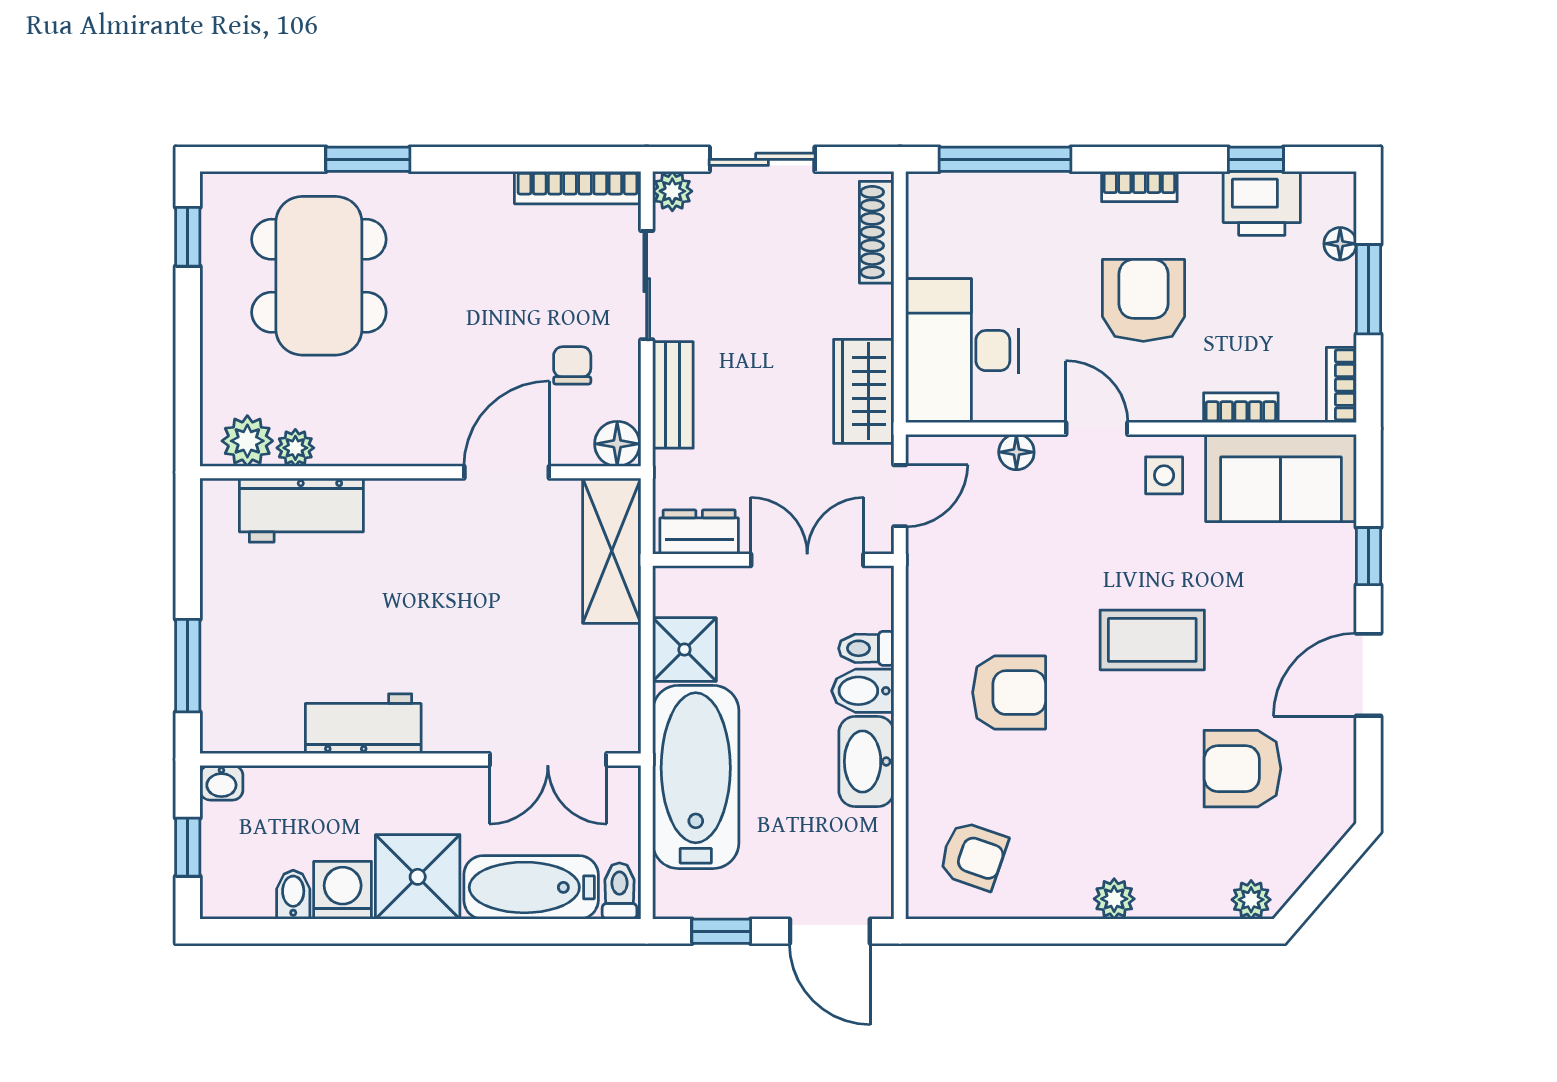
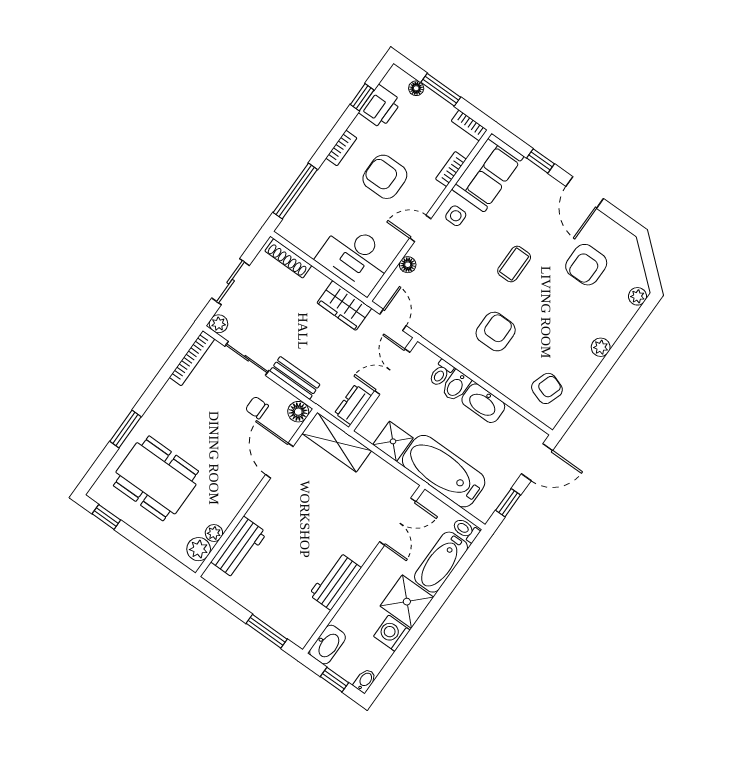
coffee table: (1152, 640) -> (514, 264), width x0.73, depth x0.77
washbasin: (221, 783) -> (328, 645), width x1.91, depth x1.45
bidet: (293, 895) -> (365, 681), moved, turned 90

